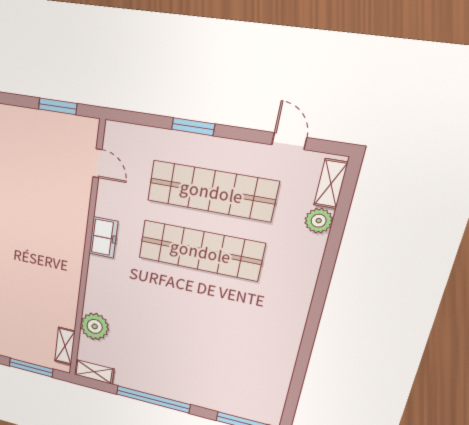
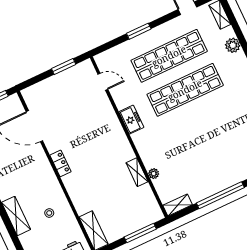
plant: (319, 221) -> (233, 45), moved
plant: (95, 326) -> (154, 174), width x0.53, depth x0.53
shelving: (65, 346) -> (137, 172), moved

